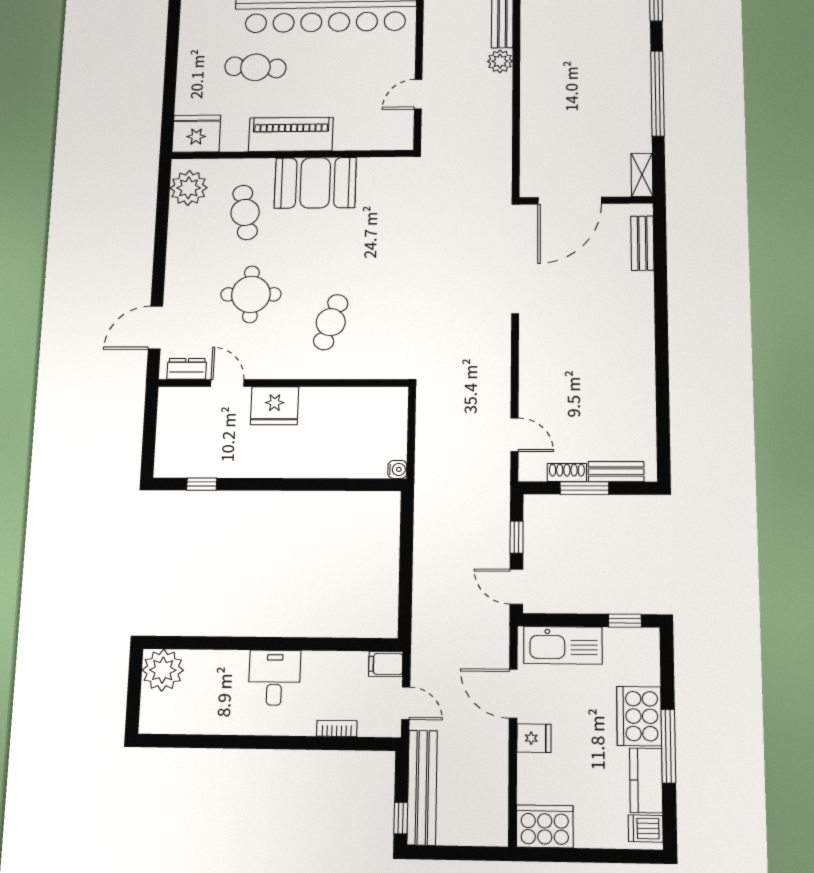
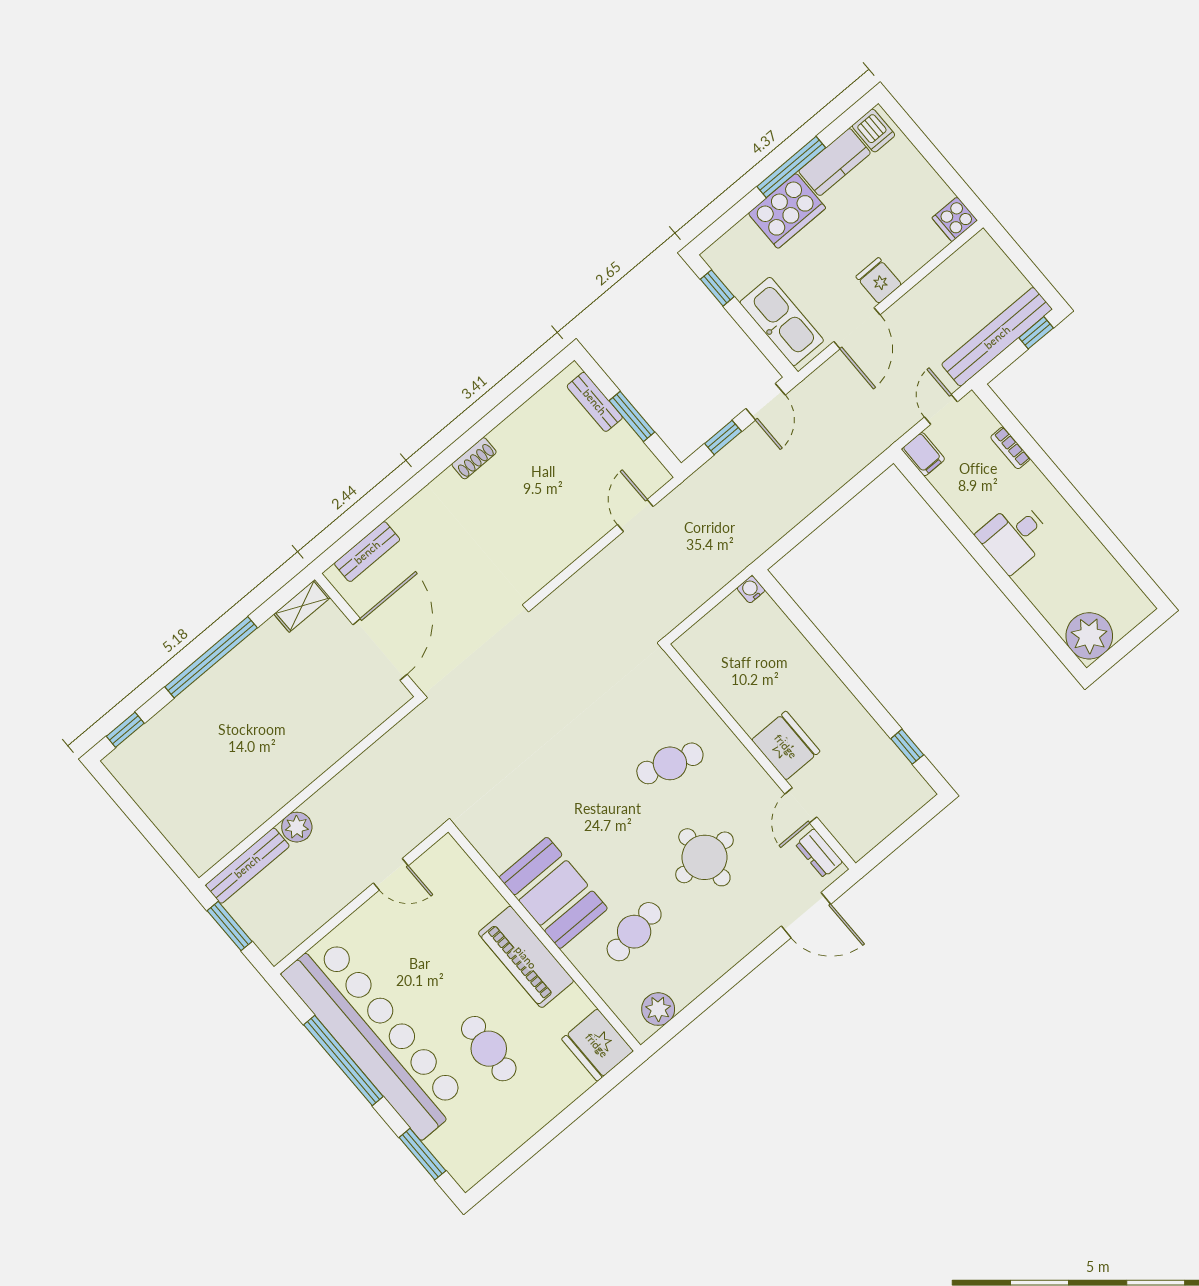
plant: (189, 188) -> (658, 1009), width x0.73, depth x0.73
door: (570, 201) -> (380, 649), hinge flipped
shoe rack: (567, 472) -> (474, 458), moved, turned -90
cooker: (545, 826) -> (955, 219), width x0.53, depth x0.76

